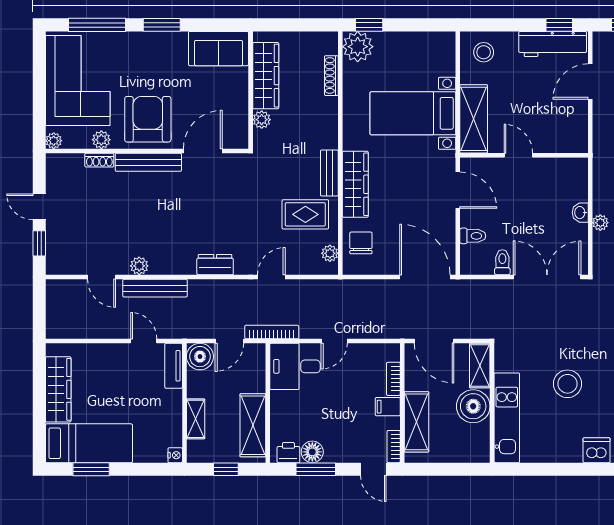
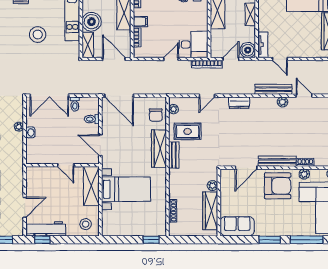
plant: (358, 47) -> (158, 227), removed
armchair: (148, 119) -> (278, 186), turned -90

